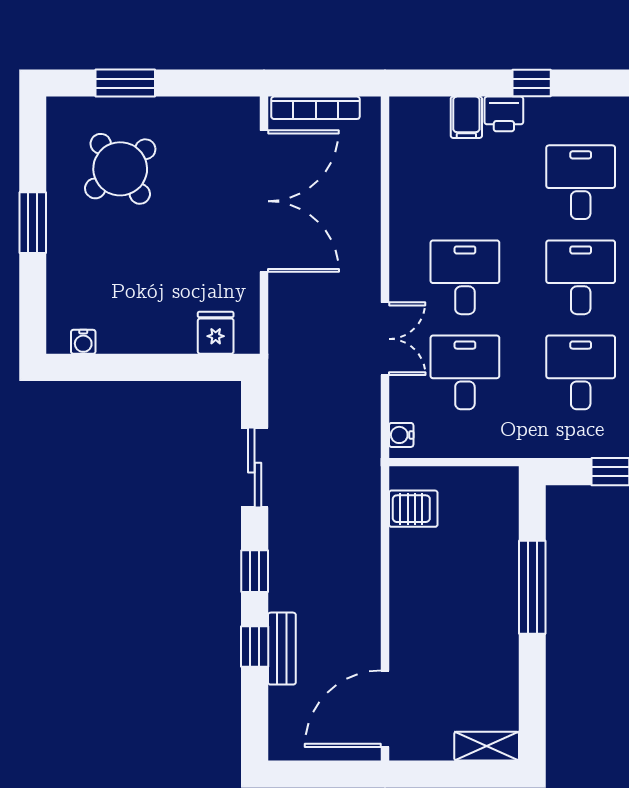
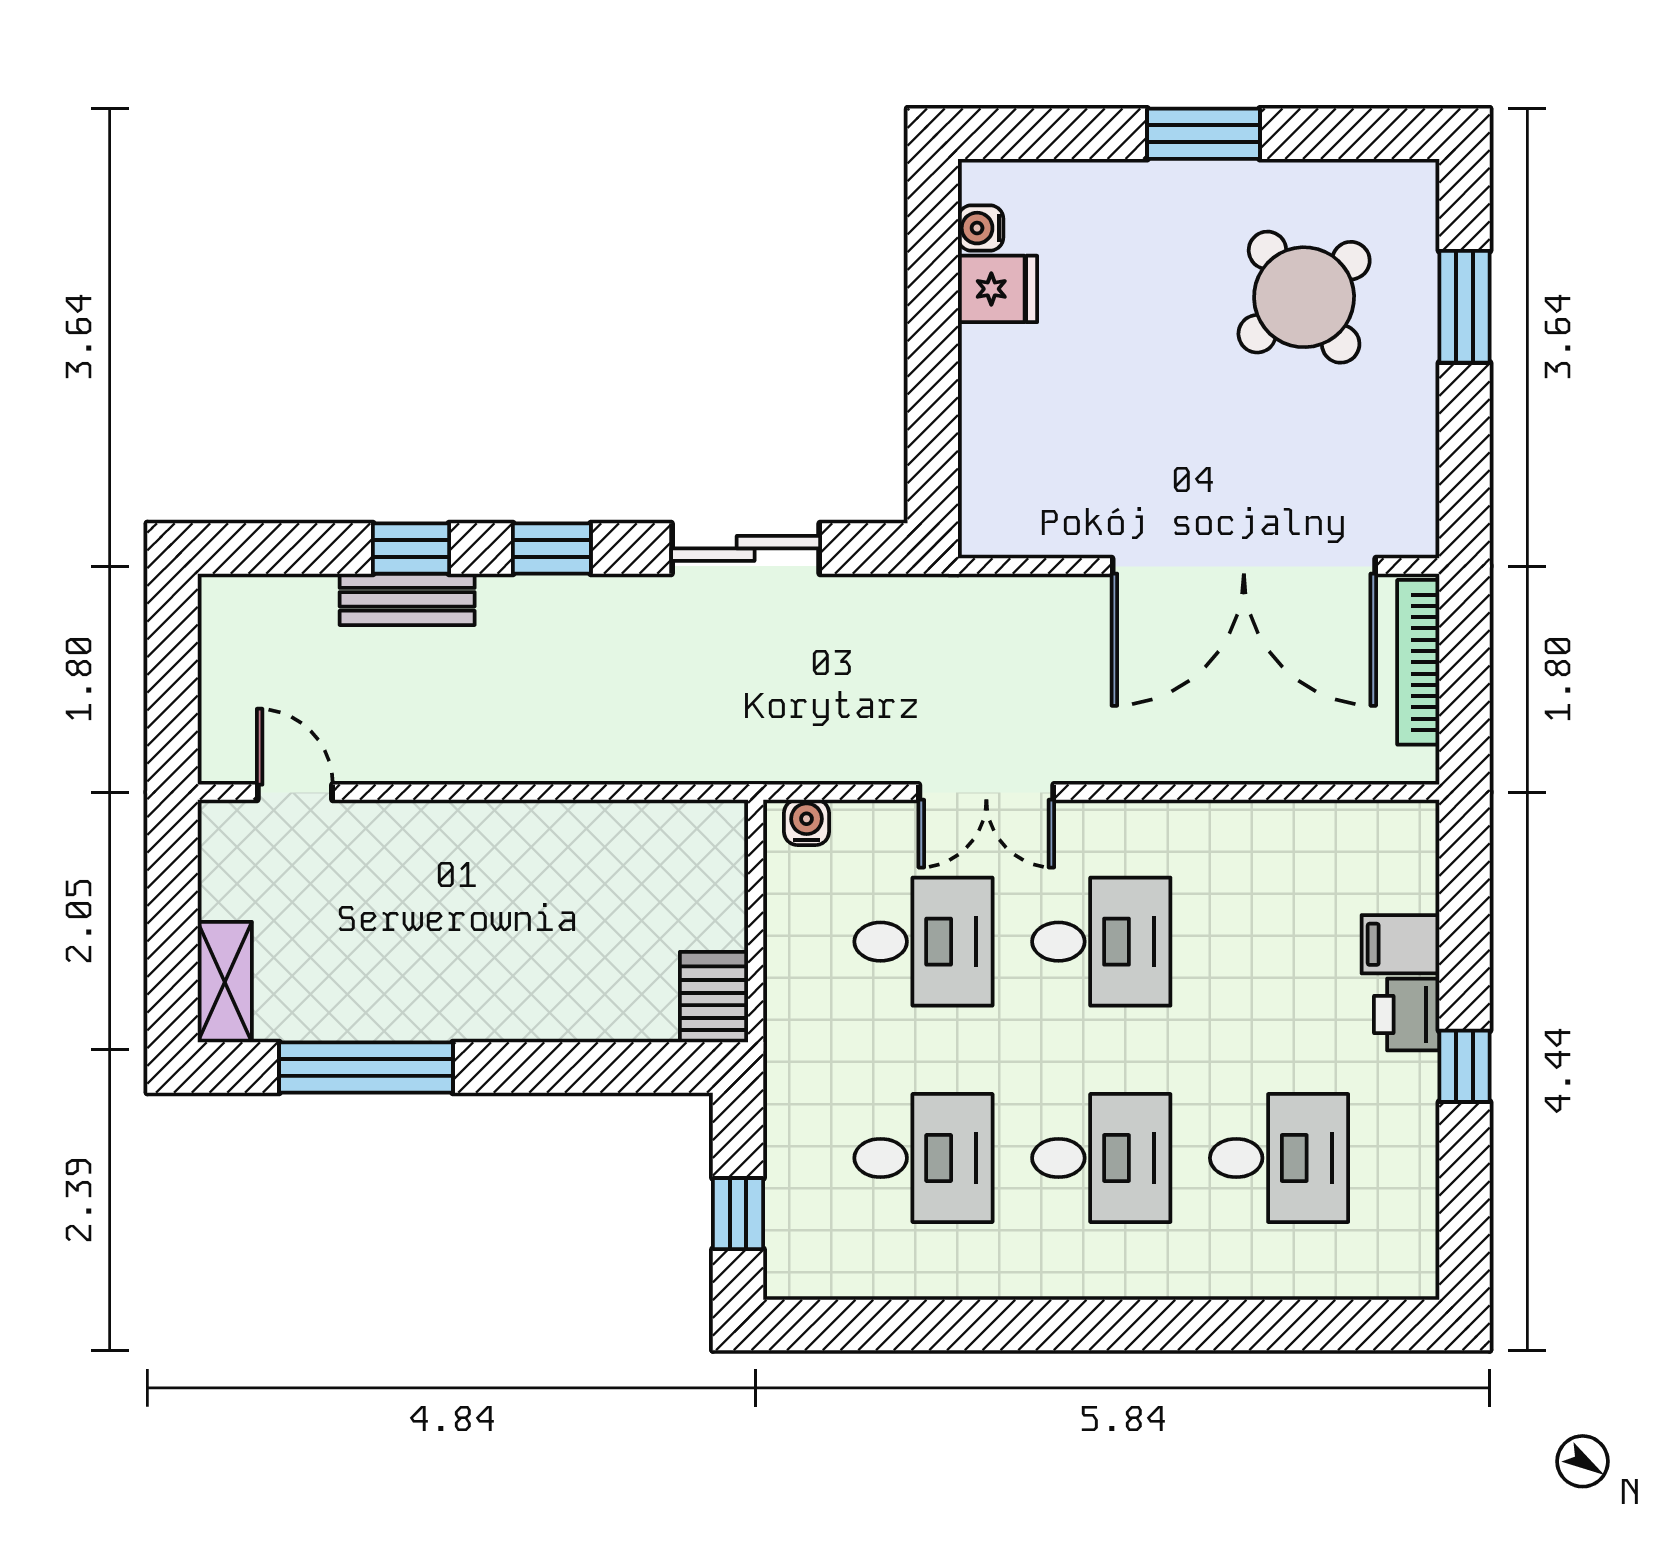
fridge: (216, 333) -> (998, 289), moved
server rack: (413, 509) -> (714, 997), moved, turned 180
window: (532, 587) -> (366, 1067), moved
door: (385, 709) -> (295, 792), width x0.53

